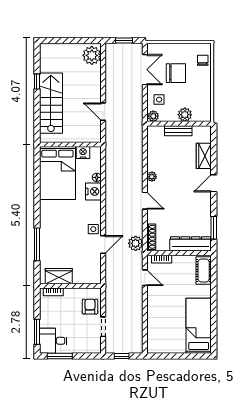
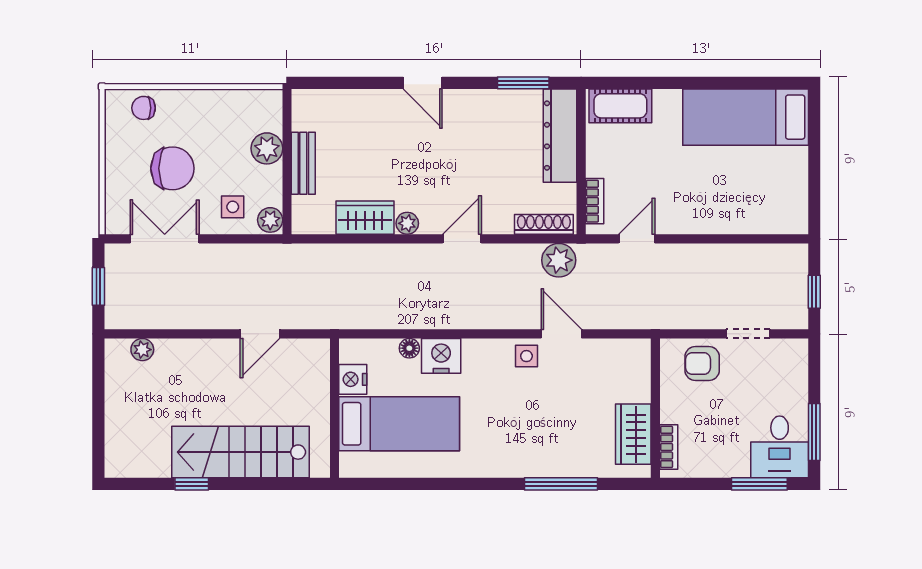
plant: (92, 55) -> (142, 350), width x0.53, depth x0.53
chair: (176, 73) -> (172, 168), turned 90
wardrobe: (204, 156) -> (365, 218), moved, turned 180
bed: (57, 173) -> (399, 424), width x0.67

